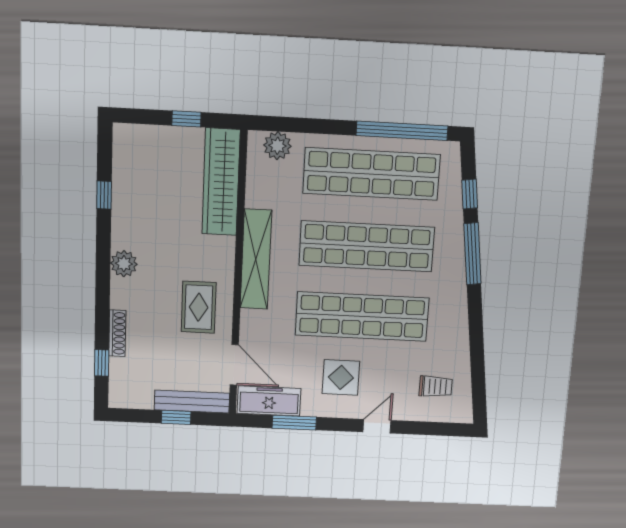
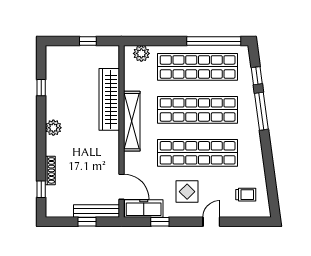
wardrobe: (221, 182) -> (109, 99), moved
rug: (199, 307) -> (99, 152), removed
window: (294, 423) -> (160, 222), width x0.67

